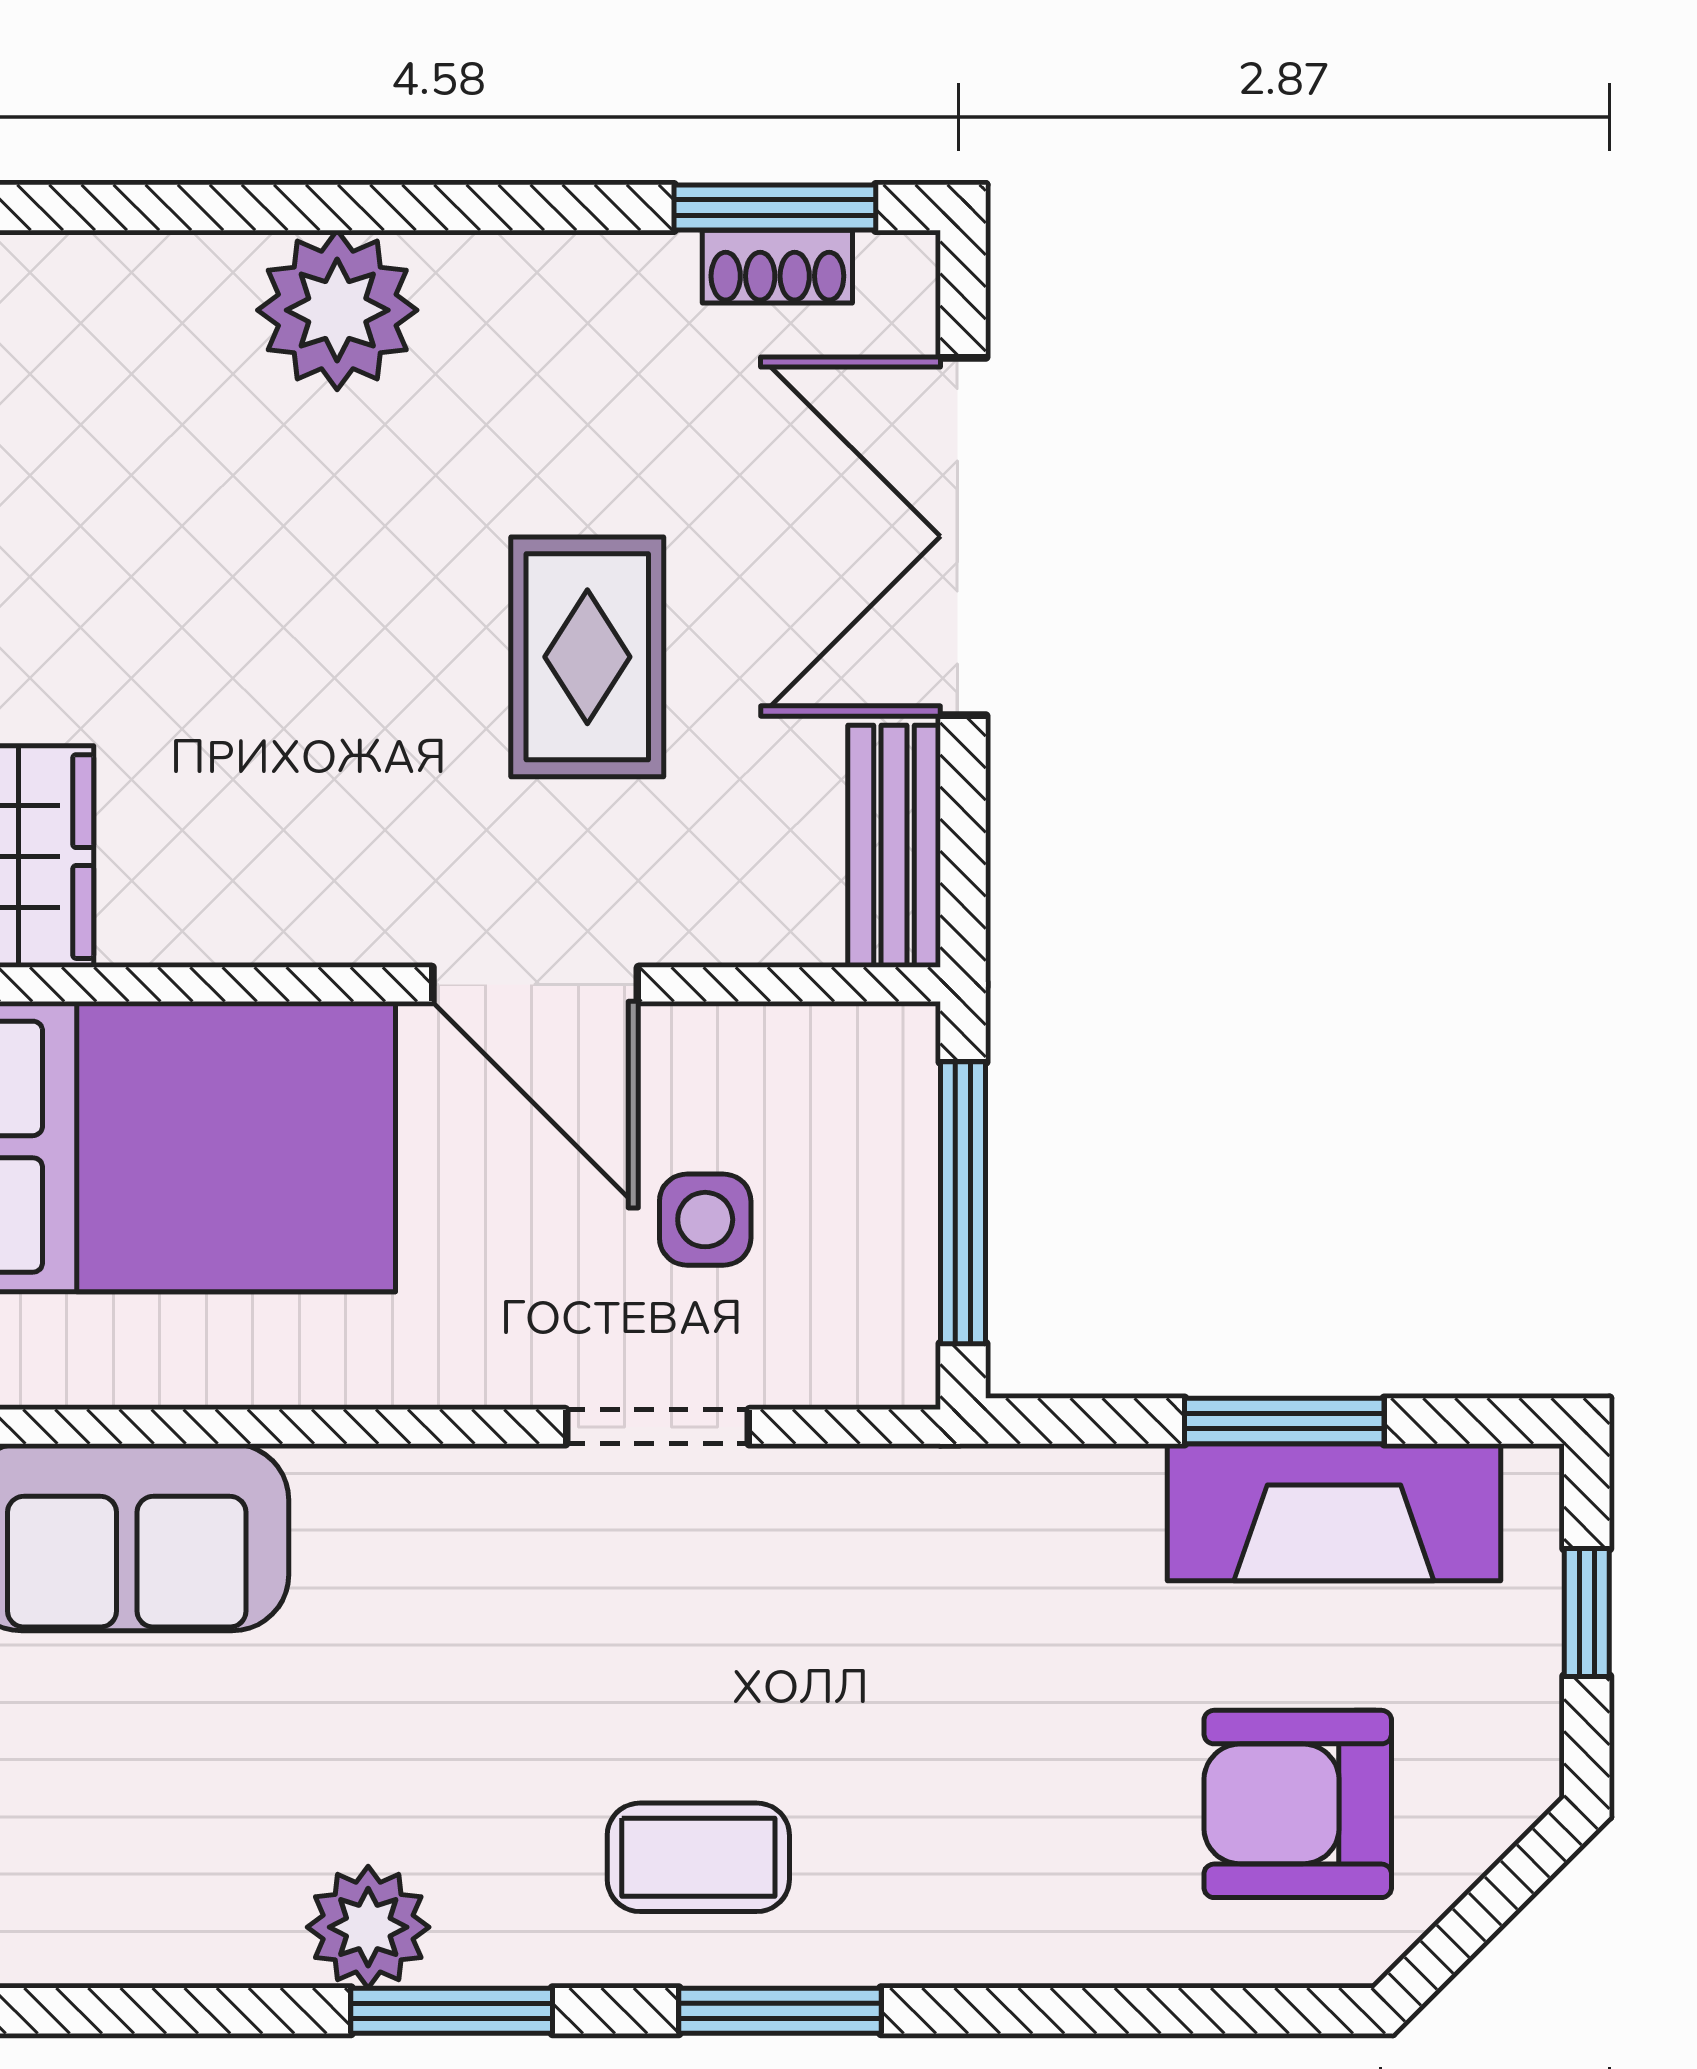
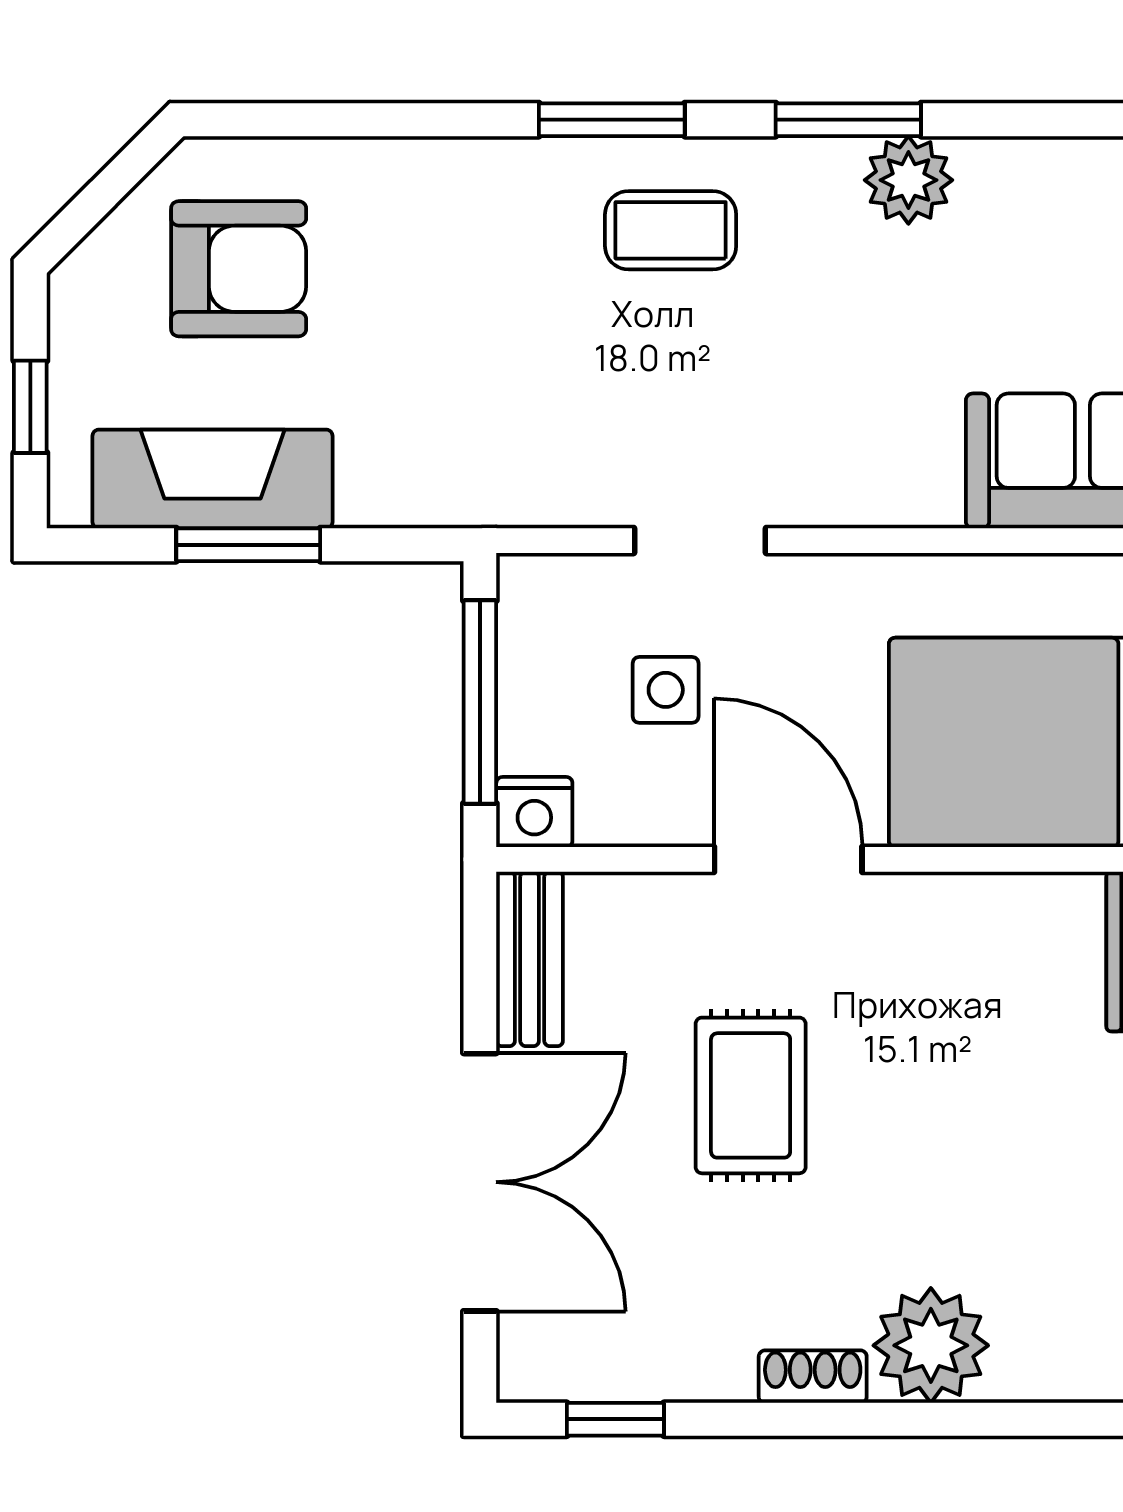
window: (775, 208) -> (615, 1419), width x0.67
shoe rack: (777, 267) -> (813, 1377), moved
nightstand: (887, 1050) -> (534, 812), added

